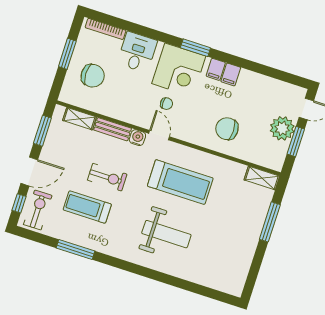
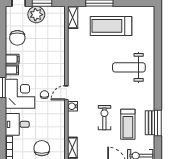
bench: (113, 129) -> (150, 123), moved
chair: (227, 129) -> (17, 38), moved
treadmill: (180, 182) -> (111, 26), moved, turned -90
weight bench: (166, 234) -> (129, 67), turned -90

